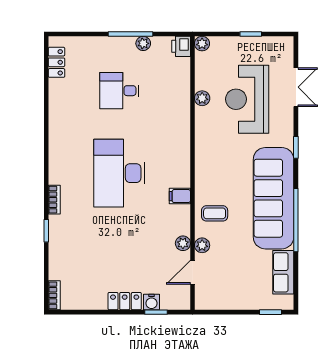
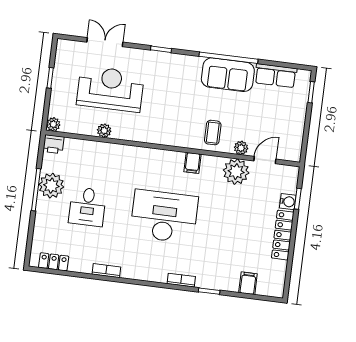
plant: (143, 43) -> (51, 186), width x1.88, depth x1.88
reception desk: (247, 99) -> (110, 89), turned 180
desk: (119, 173) -> (164, 216), turned 180
sofa: (274, 198) -> (228, 75), width x0.54, depth x0.79
plant: (183, 243) -> (236, 172), width x1.88, depth x1.88
filing cabinet: (60, 271) -> (248, 283), added
door: (192, 272) -> (265, 160), swing flipped
bookcase: (54, 295) -> (106, 271), moved
locker: (125, 301) -> (283, 235), width x1.53

